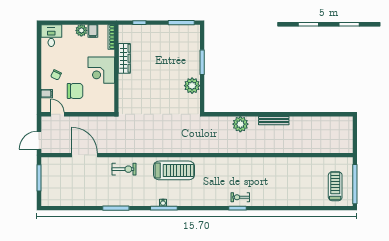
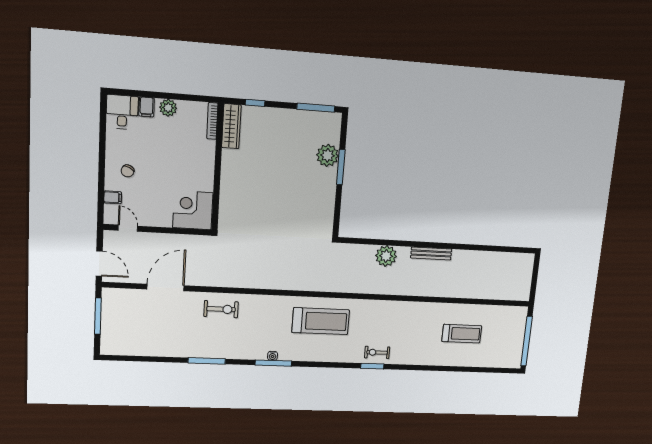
filing cabinet: (93, 31) -> (147, 107), moved
wardrobe: (124, 58) -> (231, 126), moved
corner desk: (101, 70) -> (193, 210), moved, turned 90
plant: (192, 86) -> (328, 155), moved
chair: (75, 91) -> (155, 196), removed
door: (39, 140) -> (99, 264), swing flipped
door: (85, 155) -> (166, 287), hinge flipped
treadmill: (174, 170) -> (321, 321), moved
treadmill: (335, 186) -> (462, 334), moved, turned 90

